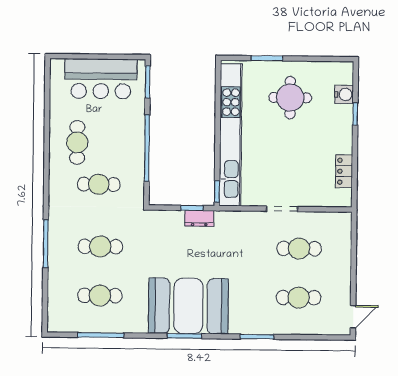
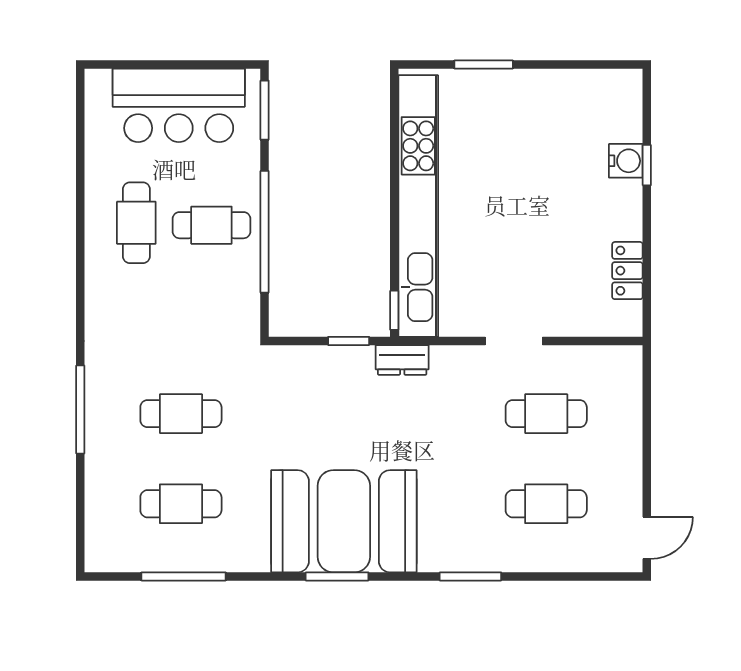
water cooler: (344, 94) -> (626, 161), moved
round table: (290, 98) -> (527, 136), removed
cafe table: (99, 184) -> (211, 225), moved
dresser: (199, 218) -> (402, 360), moved

